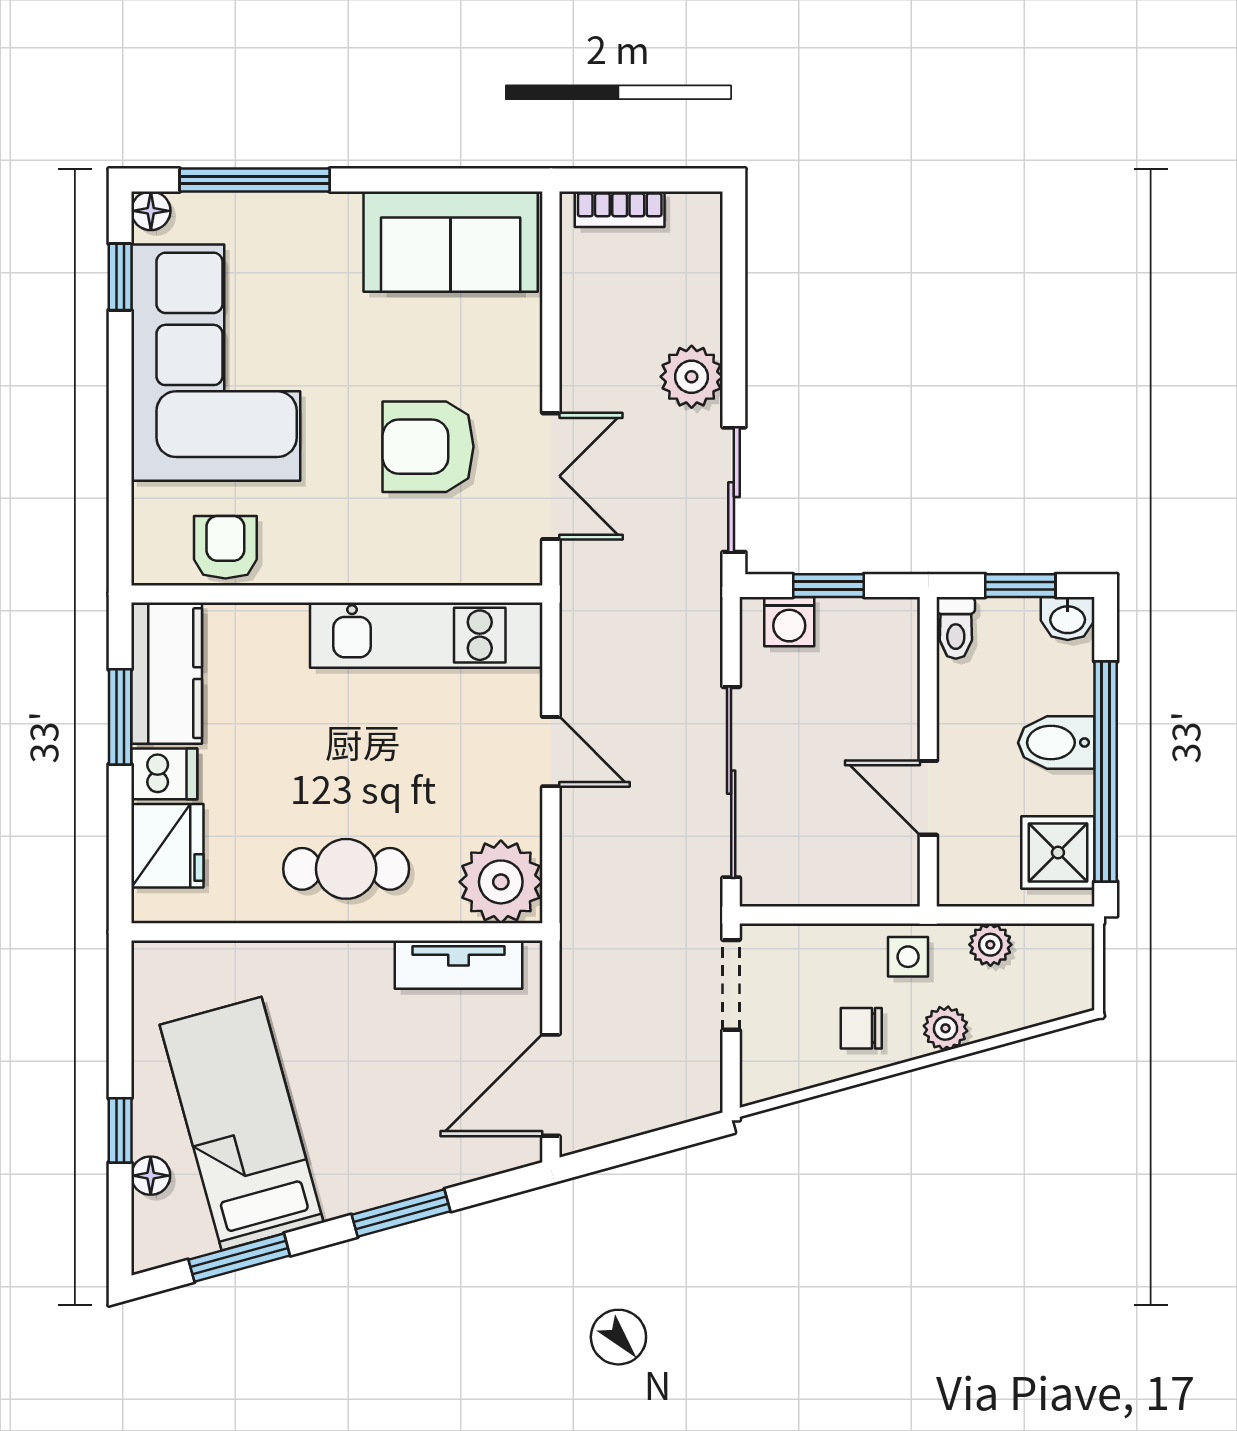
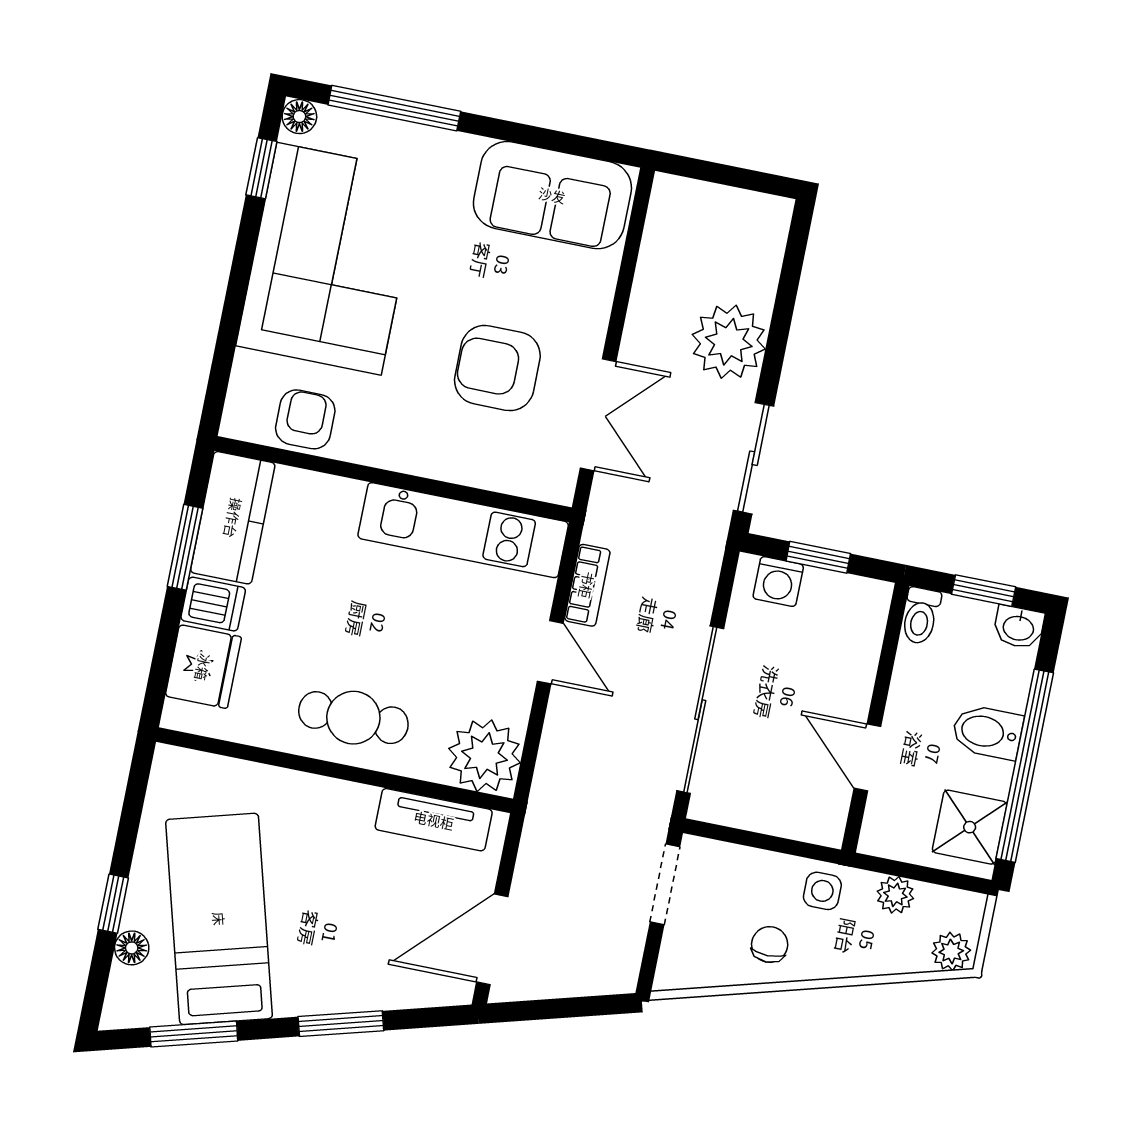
bookcase: (620, 209) -> (587, 585), moved, turned -90
plant: (692, 377) -> (729, 342), width x1.36, depth x1.36
chair: (861, 1028) -> (770, 944), turned 90
plant: (946, 1028) -> (951, 951), moved

